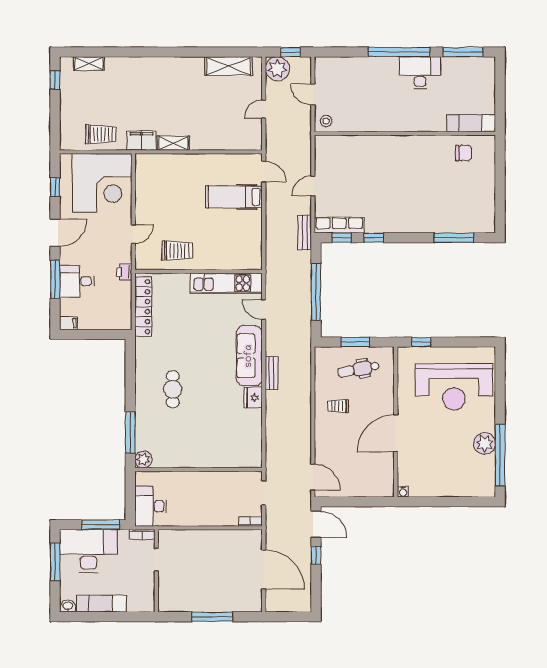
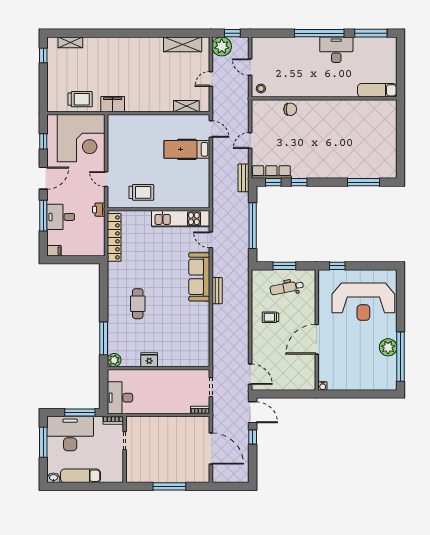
shelving: (173, 143) -> (186, 106), moved
chair: (463, 153) -> (290, 109), moved
door: (133, 234) -> (106, 179), swing flipped
fridge: (253, 398) -> (149, 360), moved, turned 90

